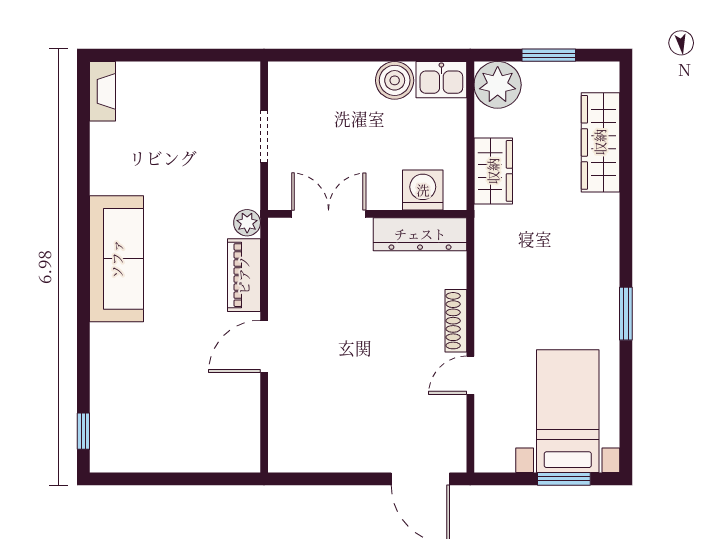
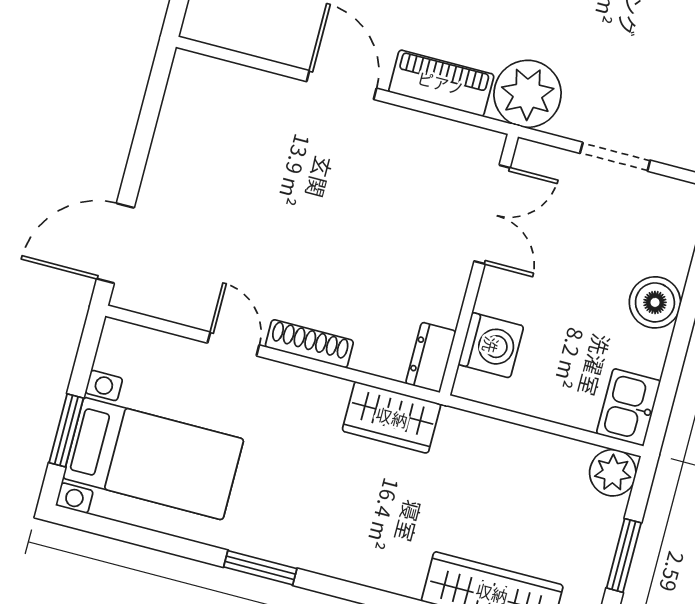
boiler: (395, 80) -> (655, 302), moved
plant: (498, 85) -> (613, 473), width x0.73, depth x0.73
wardrobe: (493, 171) -> (392, 417), moved
plant: (247, 223) -> (528, 94), width x1.88, depth x1.88
dresser: (420, 234) -> (431, 357), width x0.51, depth x0.80

